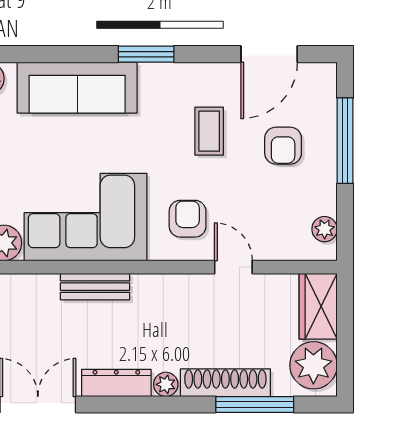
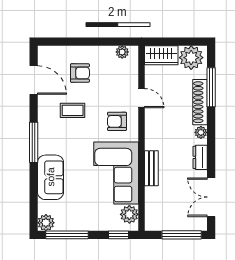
window: (146, 54) -> (34, 142), width x1.44
sofa: (77, 88) -> (51, 177), width x0.73
window: (345, 141) -> (77, 42), removed
door: (233, 267) -> (141, 98), swing flipped
dresser: (116, 383) -> (200, 157), width x0.70

